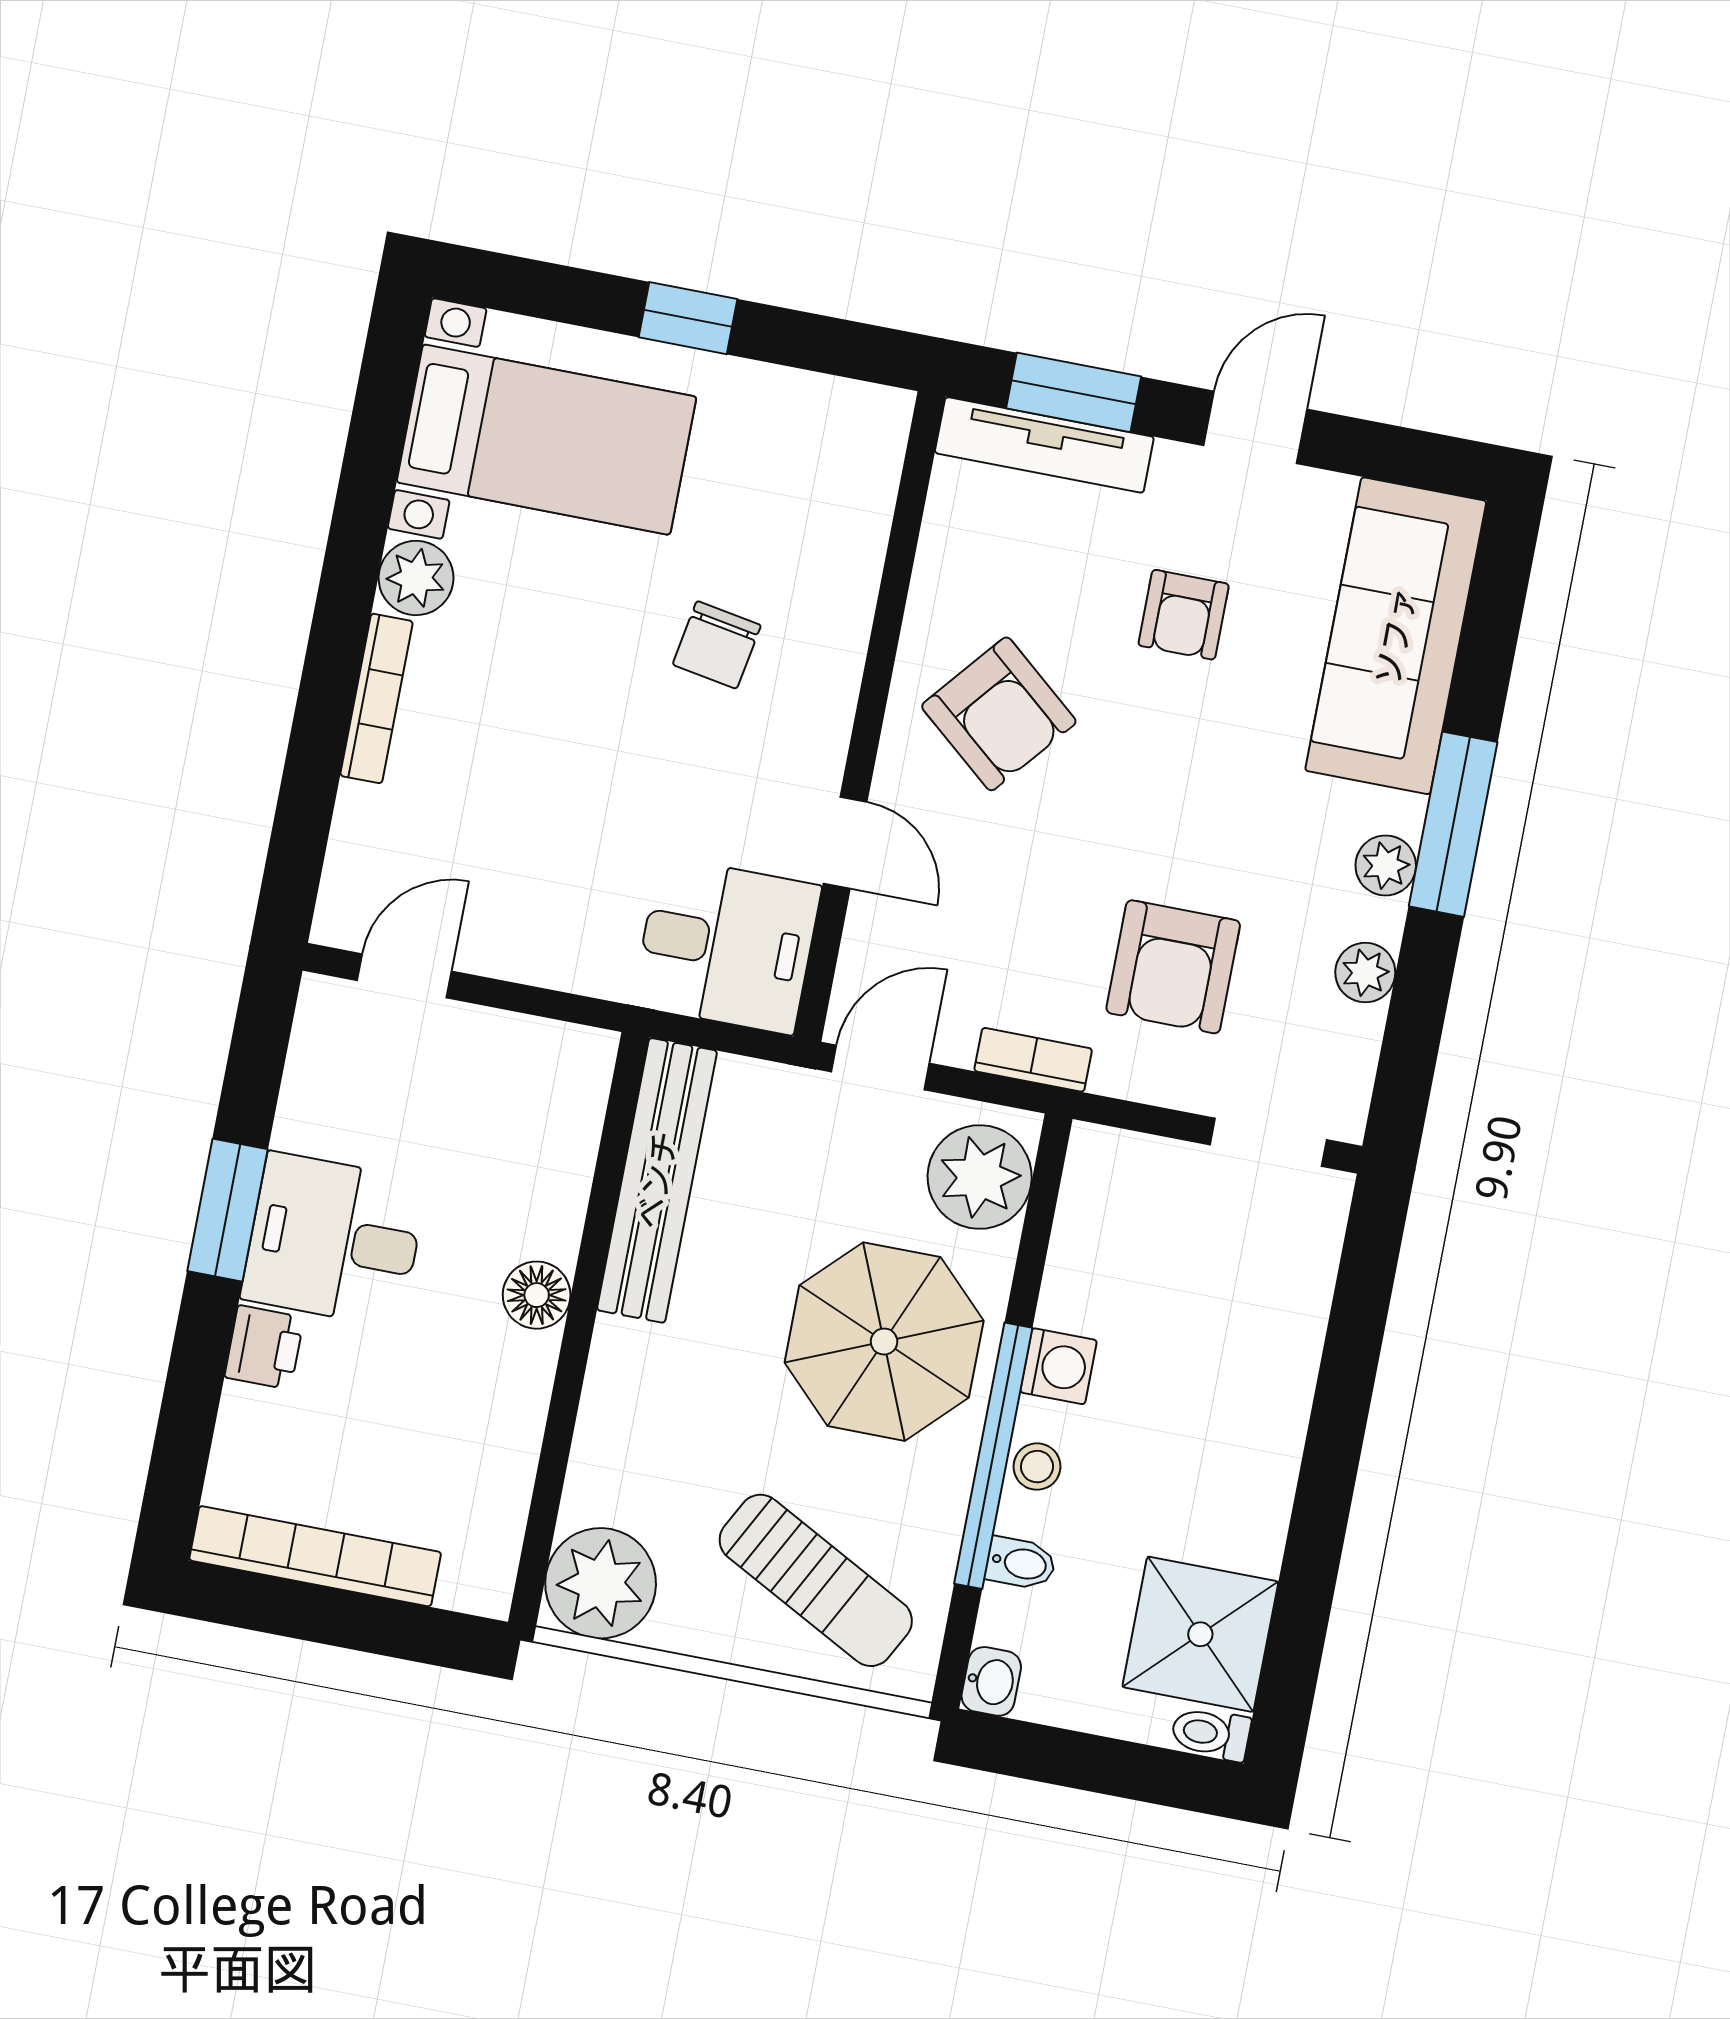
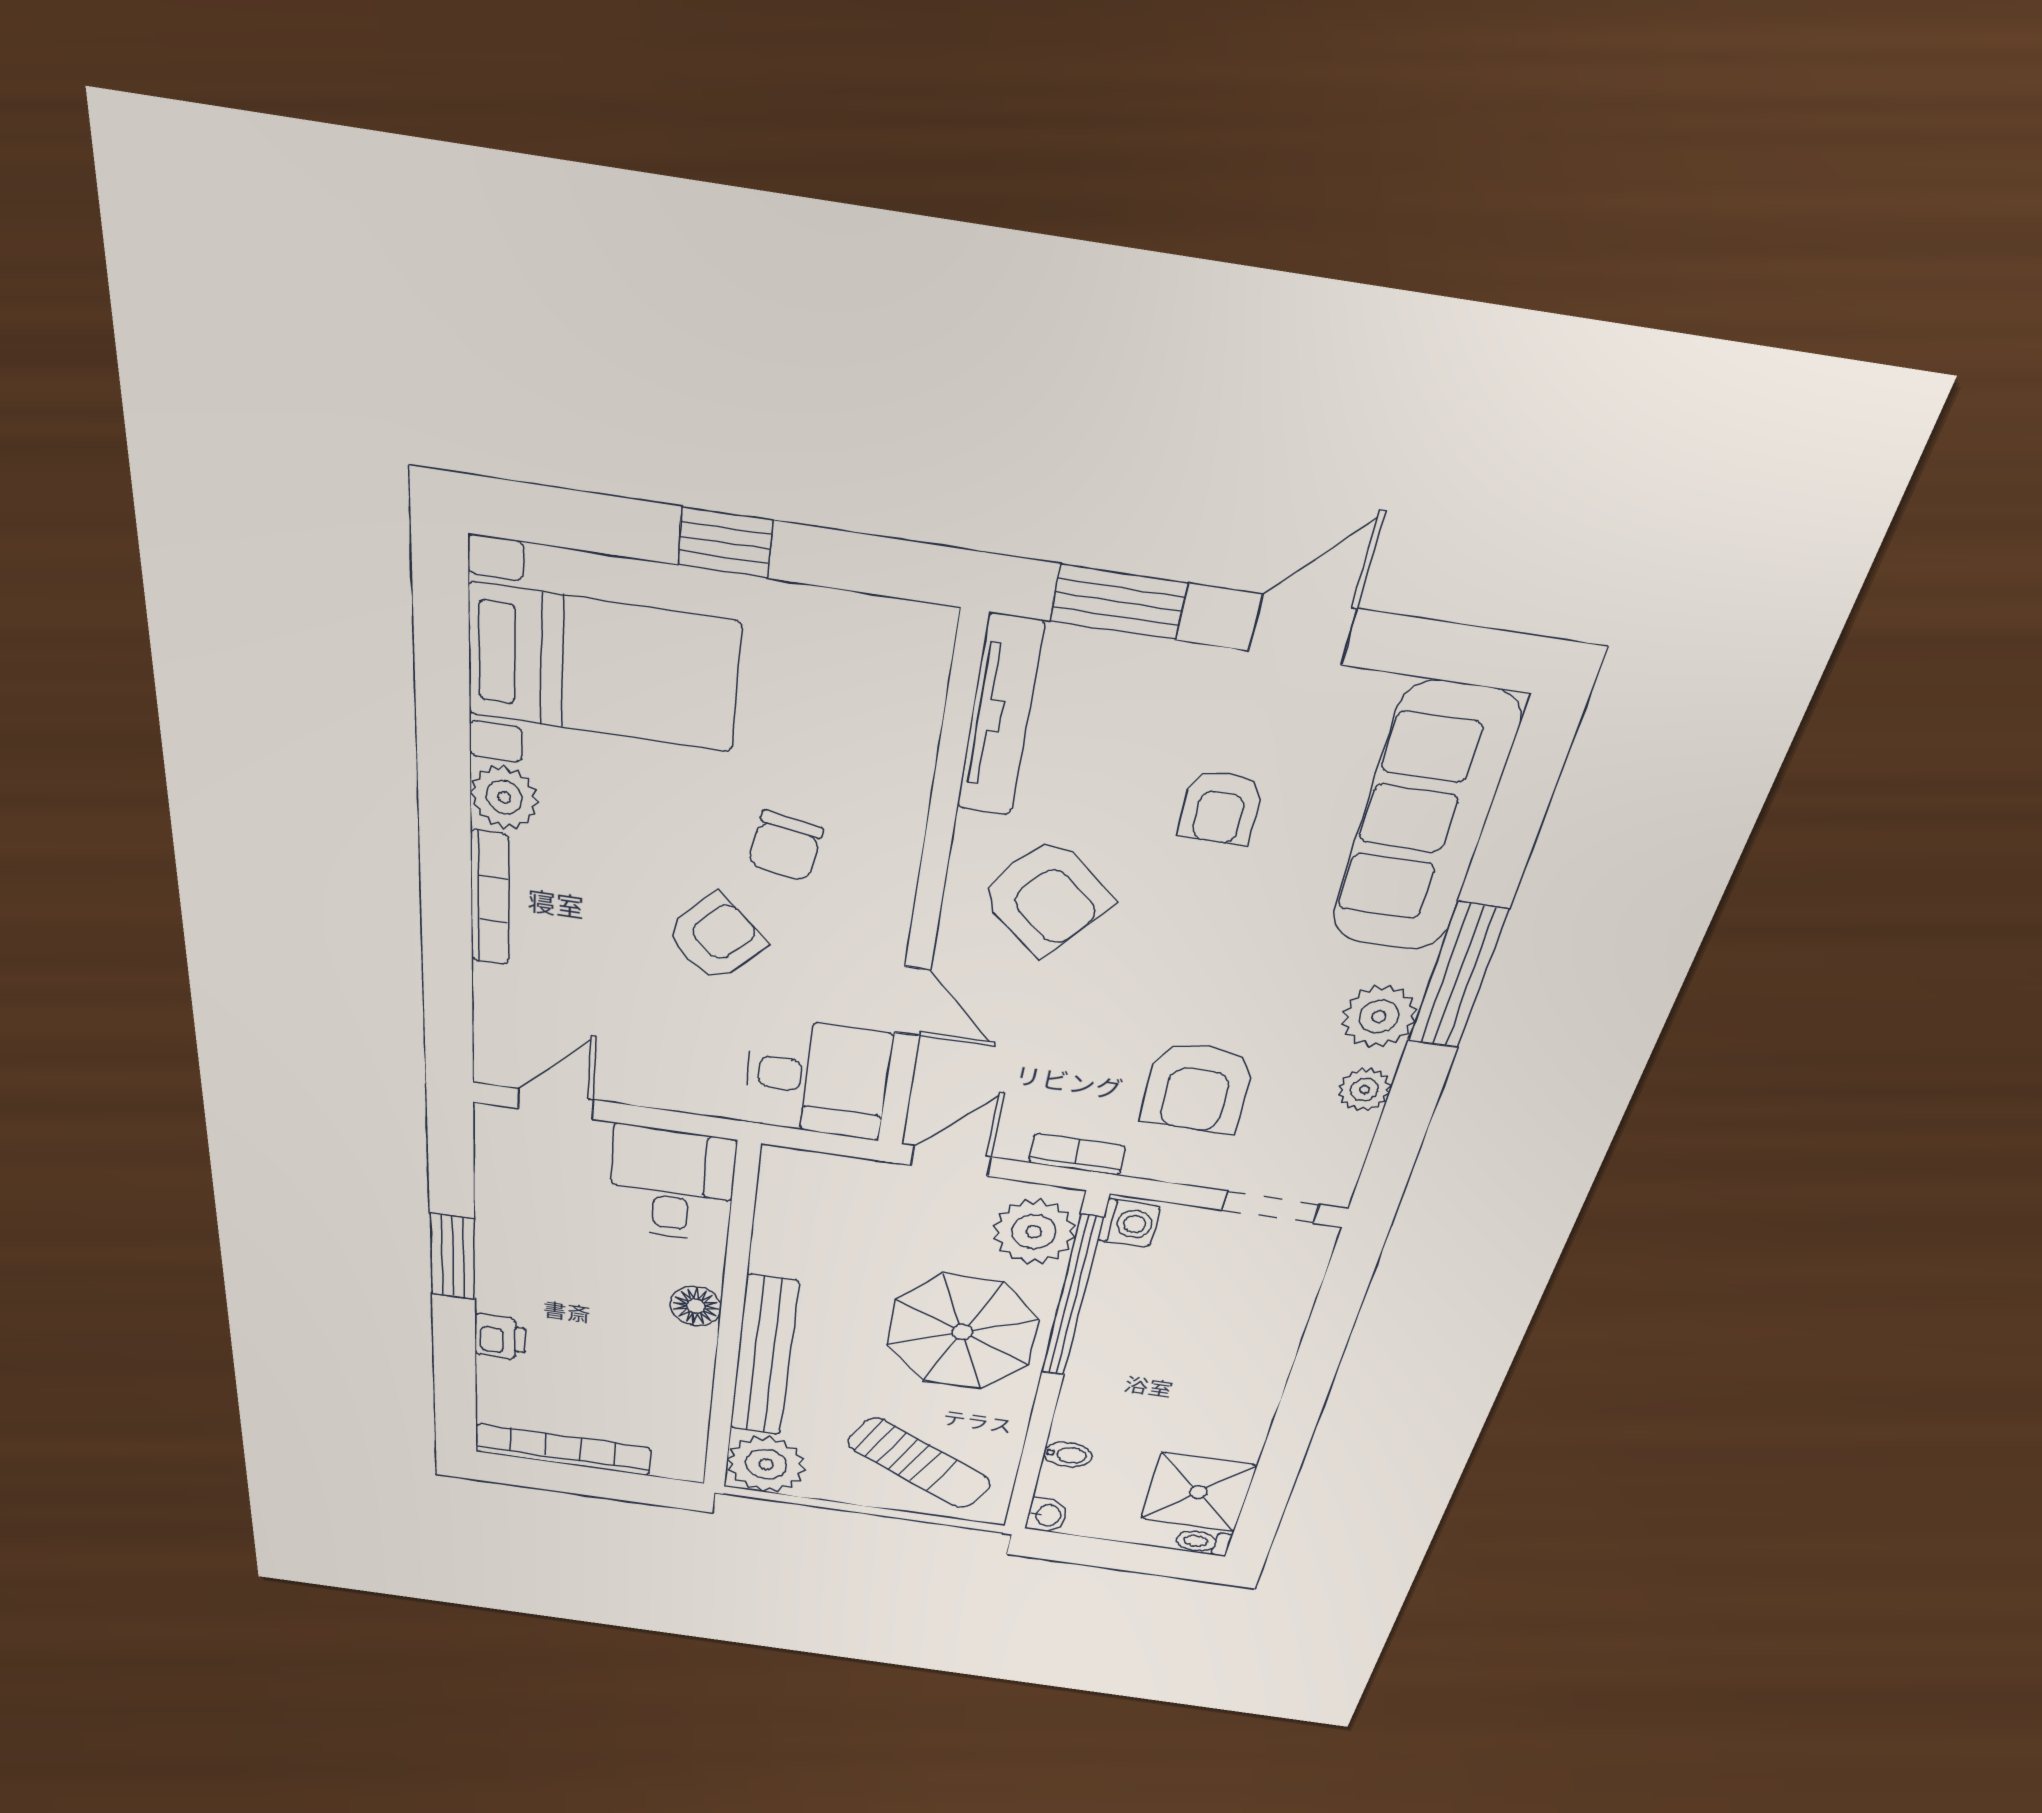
tv unit: (1044, 445) -> (1000, 717), moved, turned -90
armchair: (627, 755) -> (716, 938), added
plant: (1386, 865) -> (1379, 1017), width x1.38, depth x1.38
bench: (657, 1180) -> (764, 1357), moved
desk: (334, 1240) -> (672, 1185), moved, turned 90
washing machine: (1058, 1366) -> (1129, 1223), moved
window: (993, 1456) -> (1072, 1297), moved
stool: (1037, 1467) -> (1080, 1403), removed

